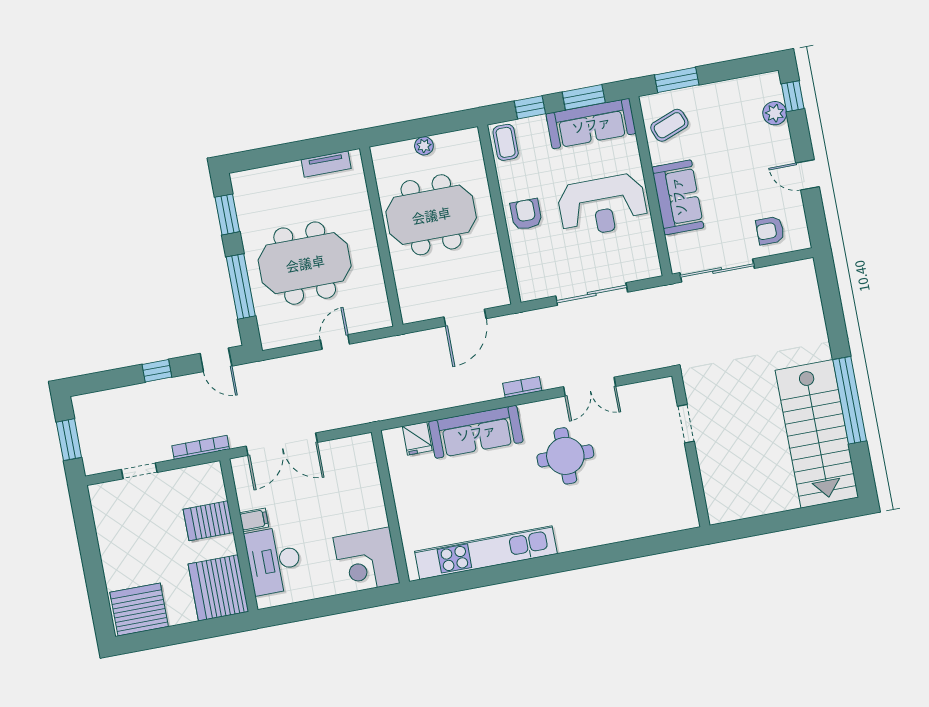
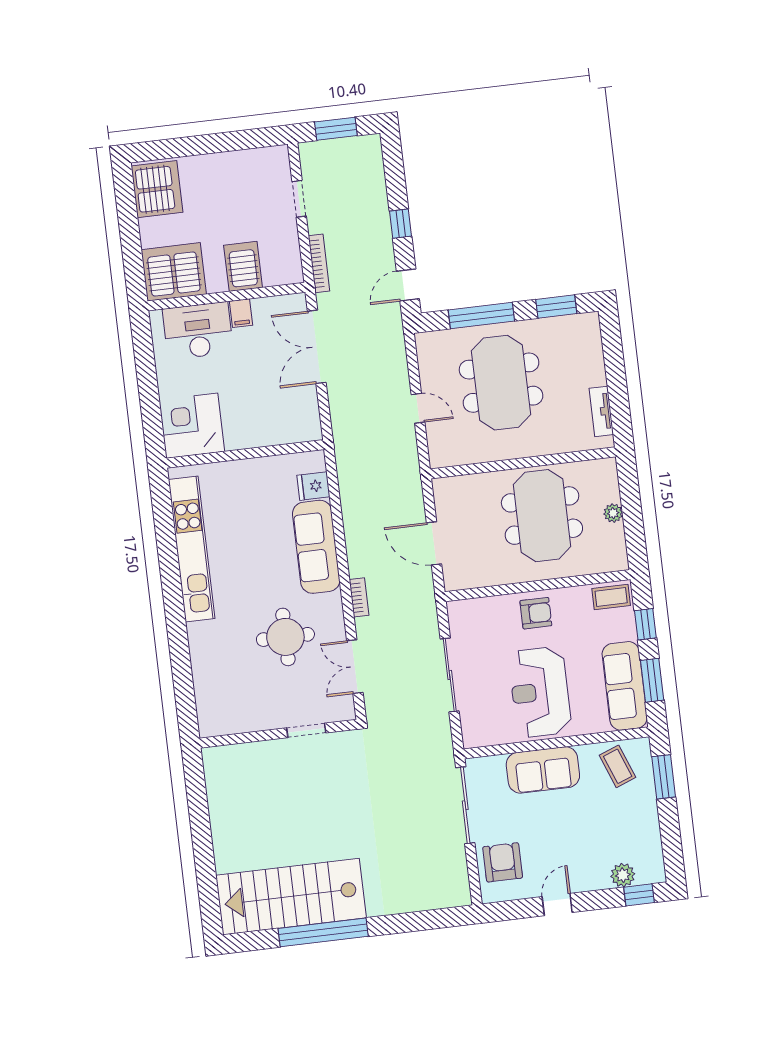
armchair: (770, 231) -> (503, 862), width x1.38, depth x1.38
doorway: (686, 424) -> (306, 730), moved
wall: (691, 451) -> (278, 734), moved

